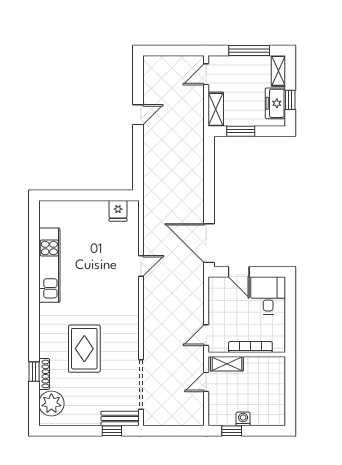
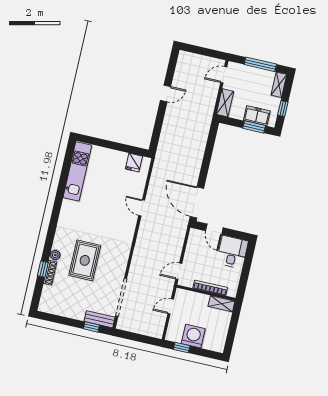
freezer: (275, 103) -> (257, 116), moved, turned 90
window: (241, 131) -> (254, 127), moved
kitchen unit: (49, 265) -> (77, 171), moved
door: (141, 266) -> (142, 208), swing flipped
shelving: (227, 364) -> (221, 304), moved
plant: (51, 404) -> (55, 255), moved, width x0.53, depth x0.53
washing machine: (243, 419) -> (193, 336), width x1.89, depth x1.89

